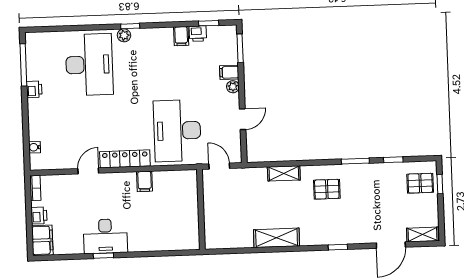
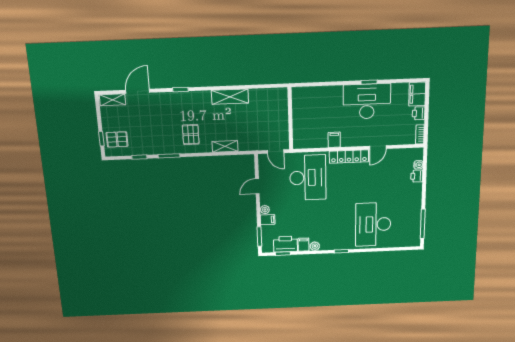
printer: (198, 34) -> (285, 244), width x1.87, depth x1.48
plant: (124, 35) -> (315, 246), moved
printer: (34, 89) -> (417, 176), moved
pallet: (327, 189) -> (191, 135), turned 90
desk: (105, 236) -> (367, 101), width x1.36, depth x1.30

